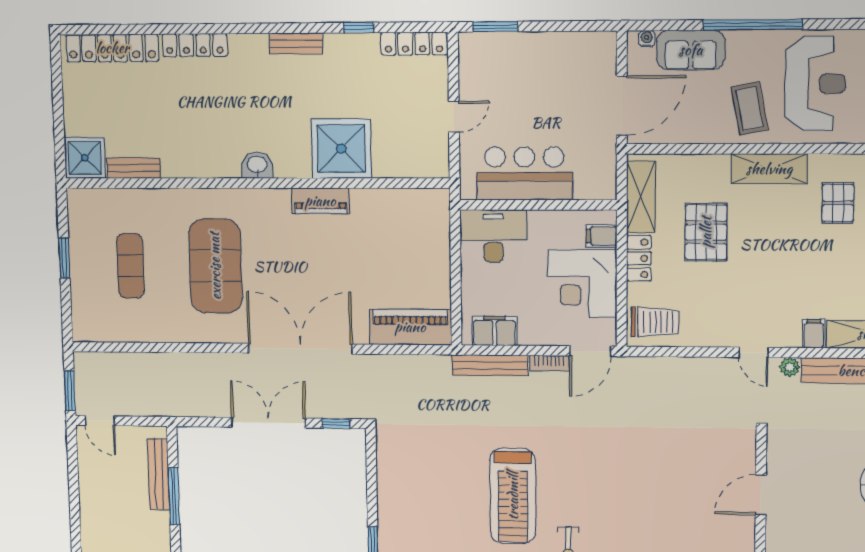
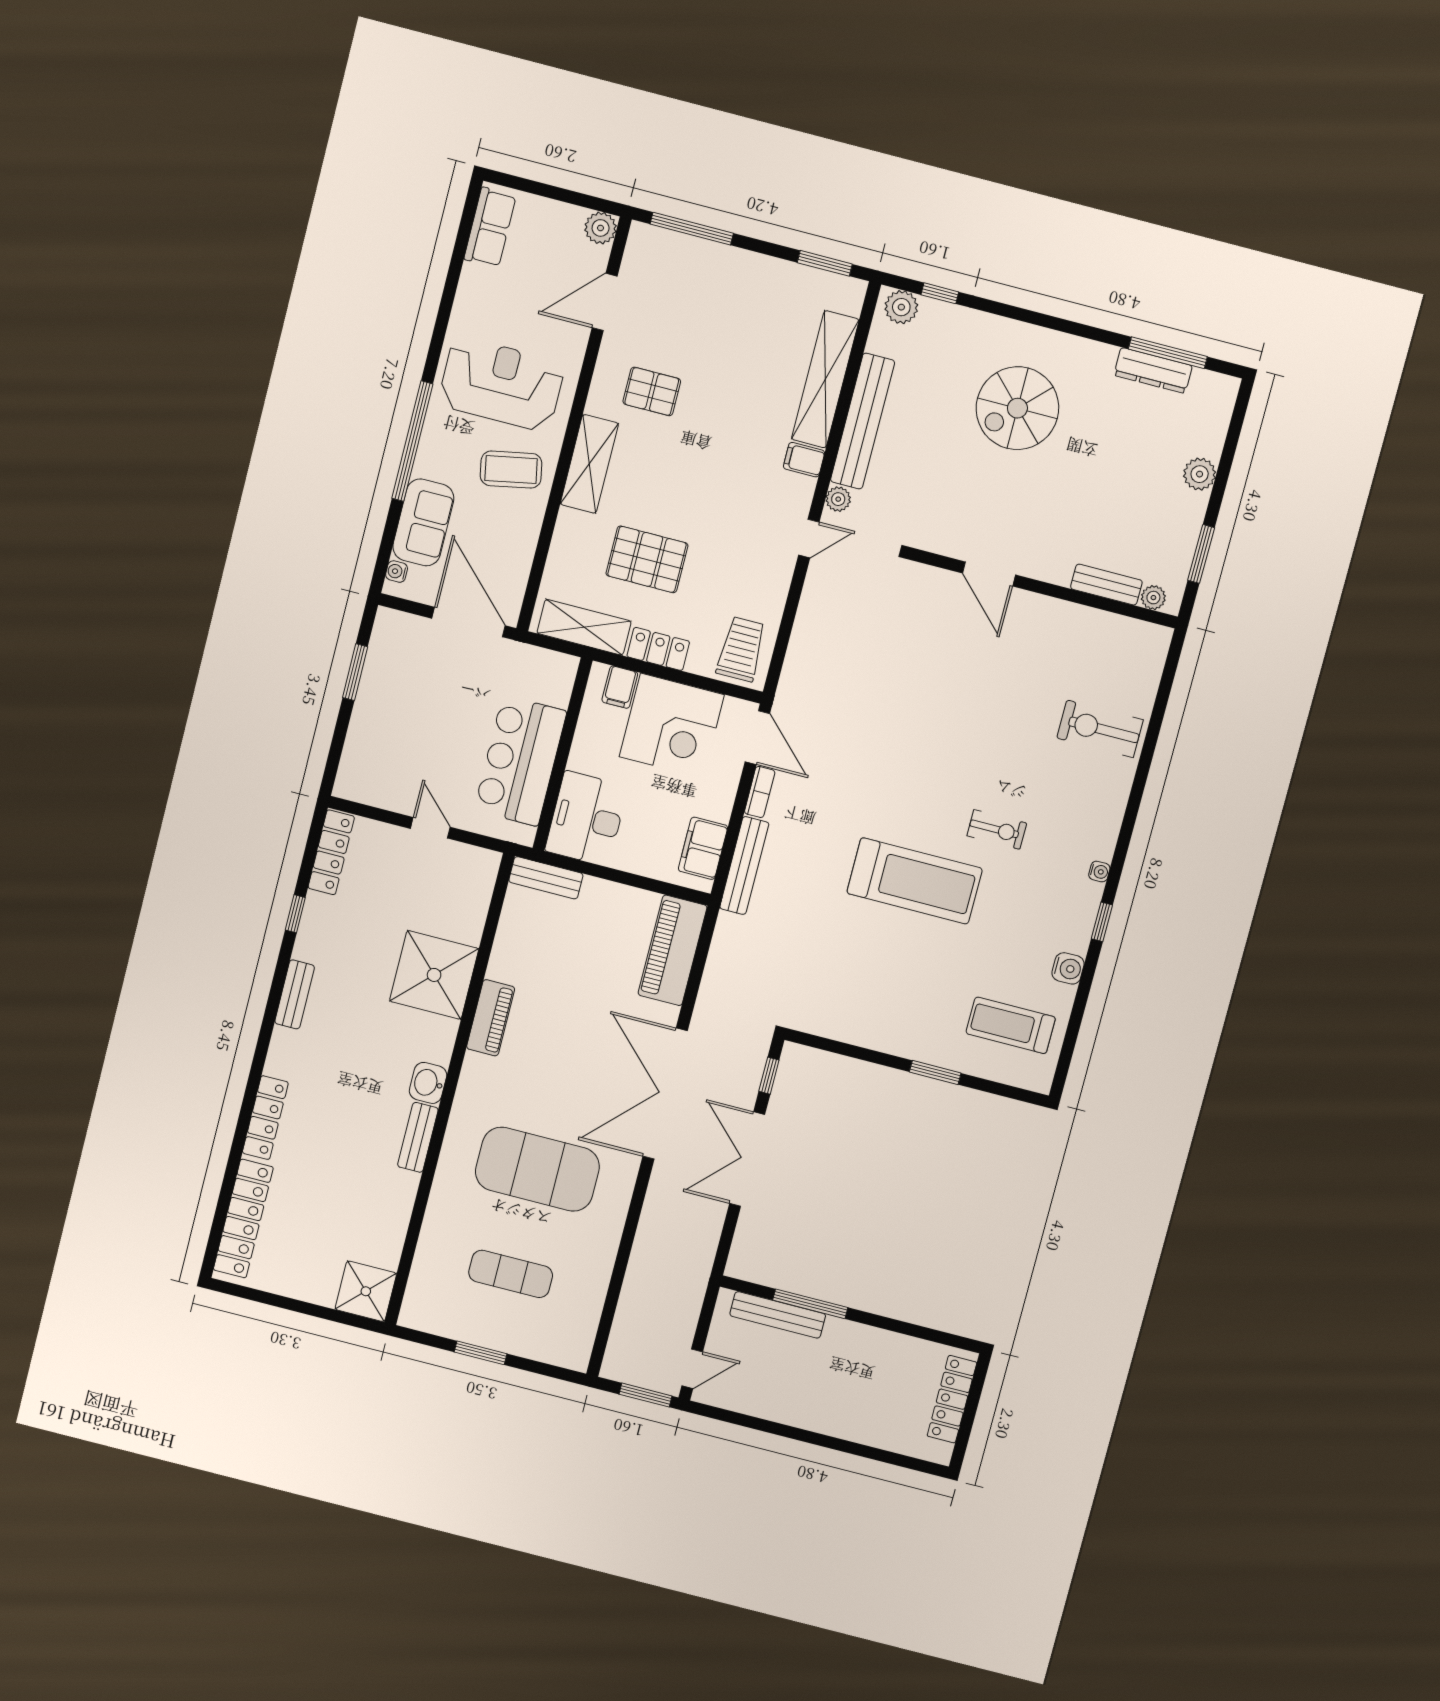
window: (495, 27) -> (355, 672), moved
bench: (133, 168) -> (418, 1137), moved
bench: (440, 216) -> (546, 878), added

